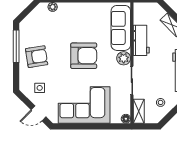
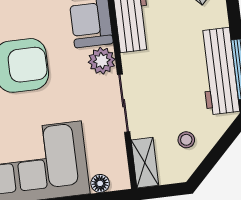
floor lamp: (126, 119) -> (100, 183), moved

